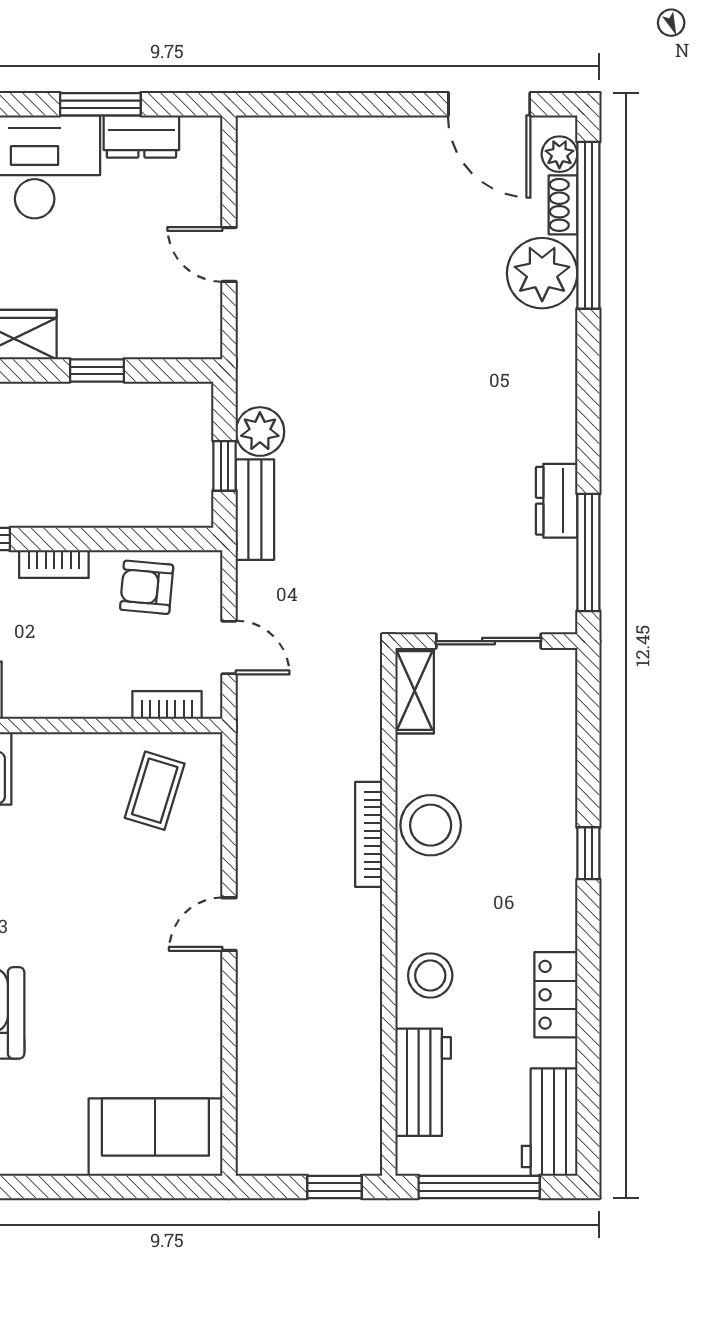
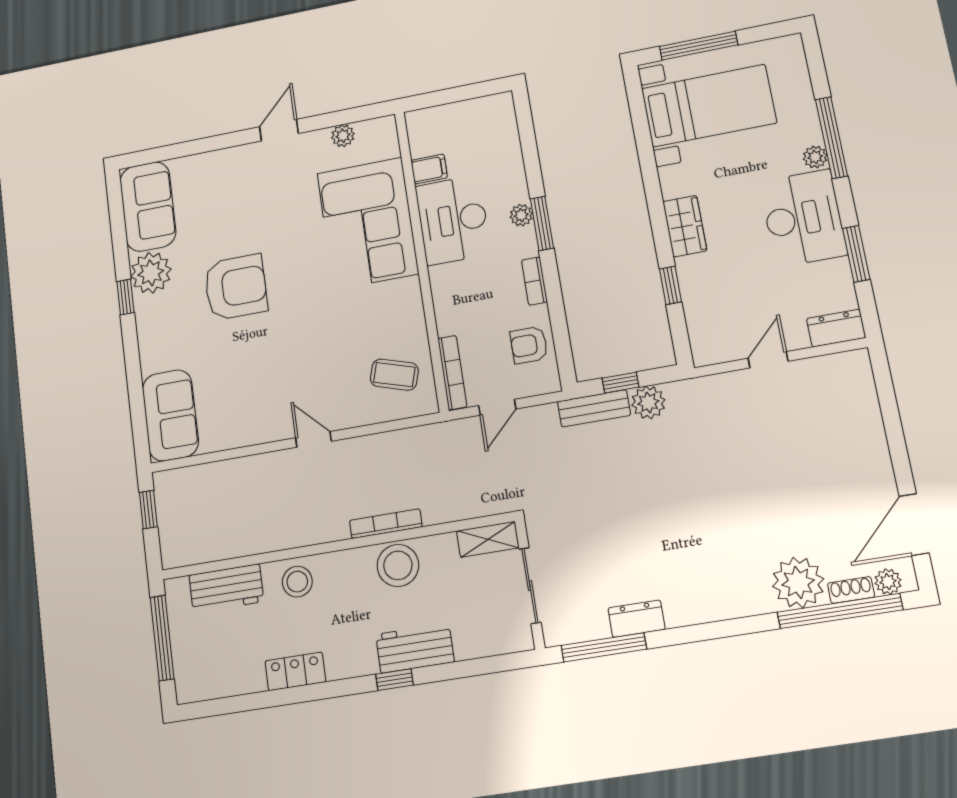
dresser: (141, 136) -> (836, 328), moved, turned 90
armchair: (147, 587) -> (529, 345), turned -95
bookcase: (167, 705) -> (452, 373), width x1.56
workbench: (550, 1122) -> (415, 648), moved
window: (334, 1187) -> (148, 510), moved

